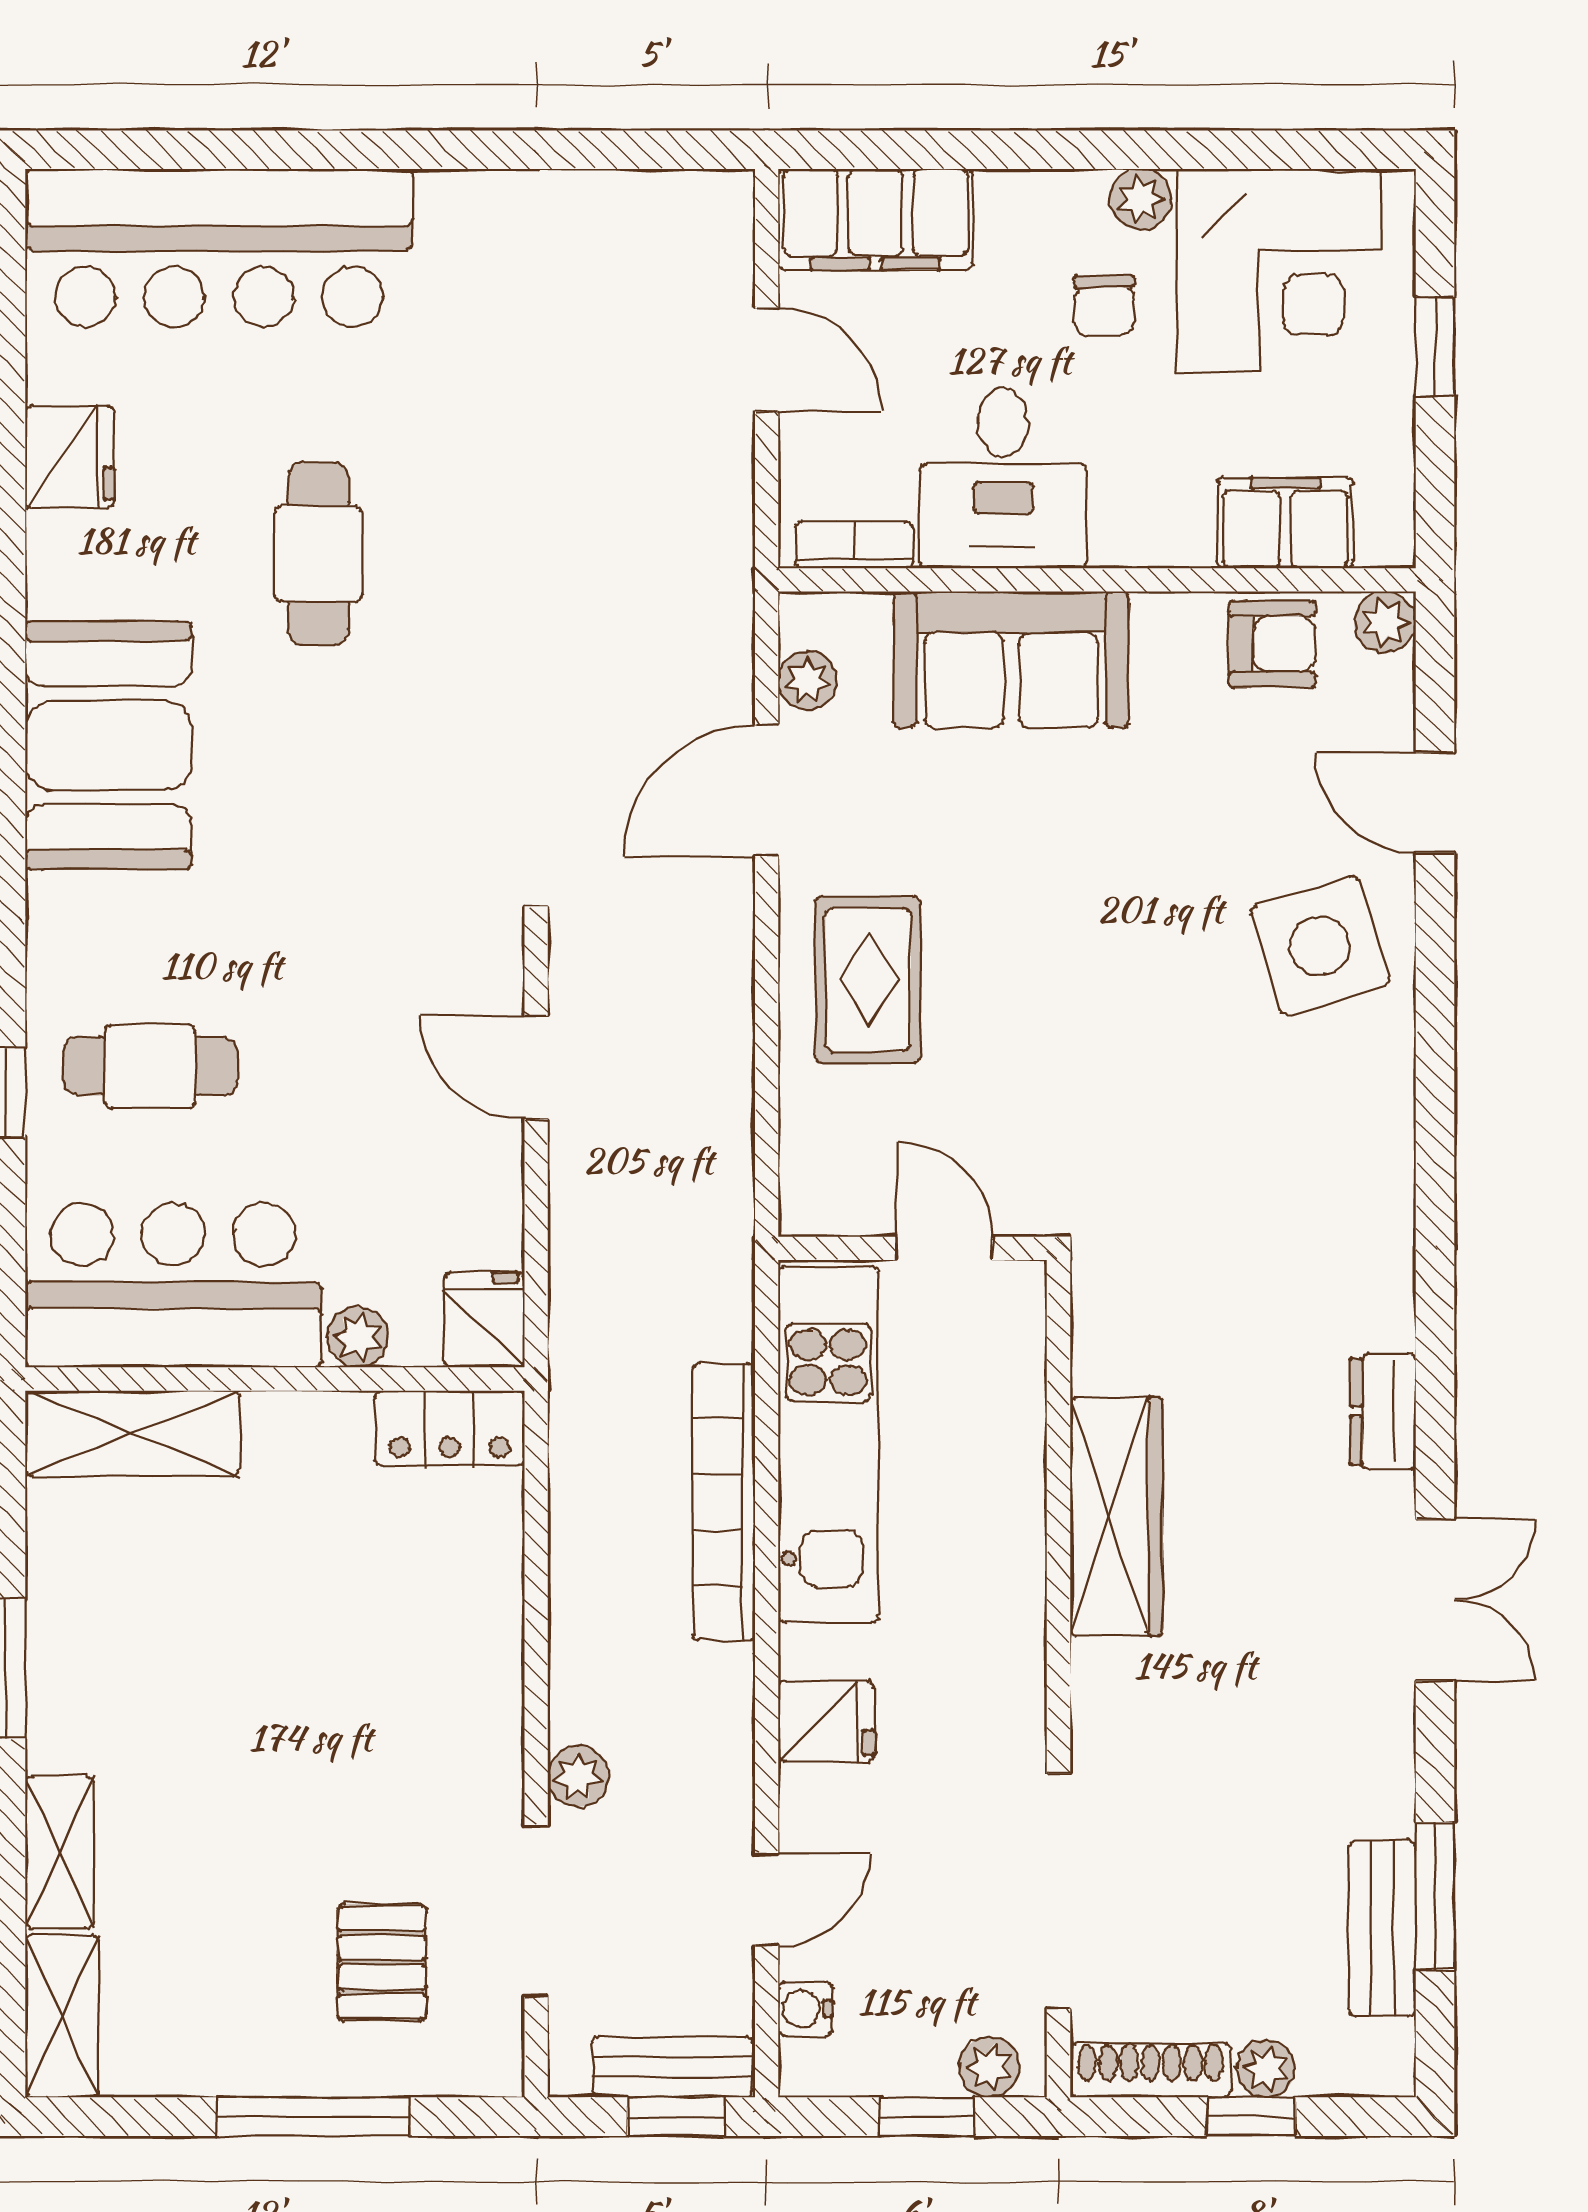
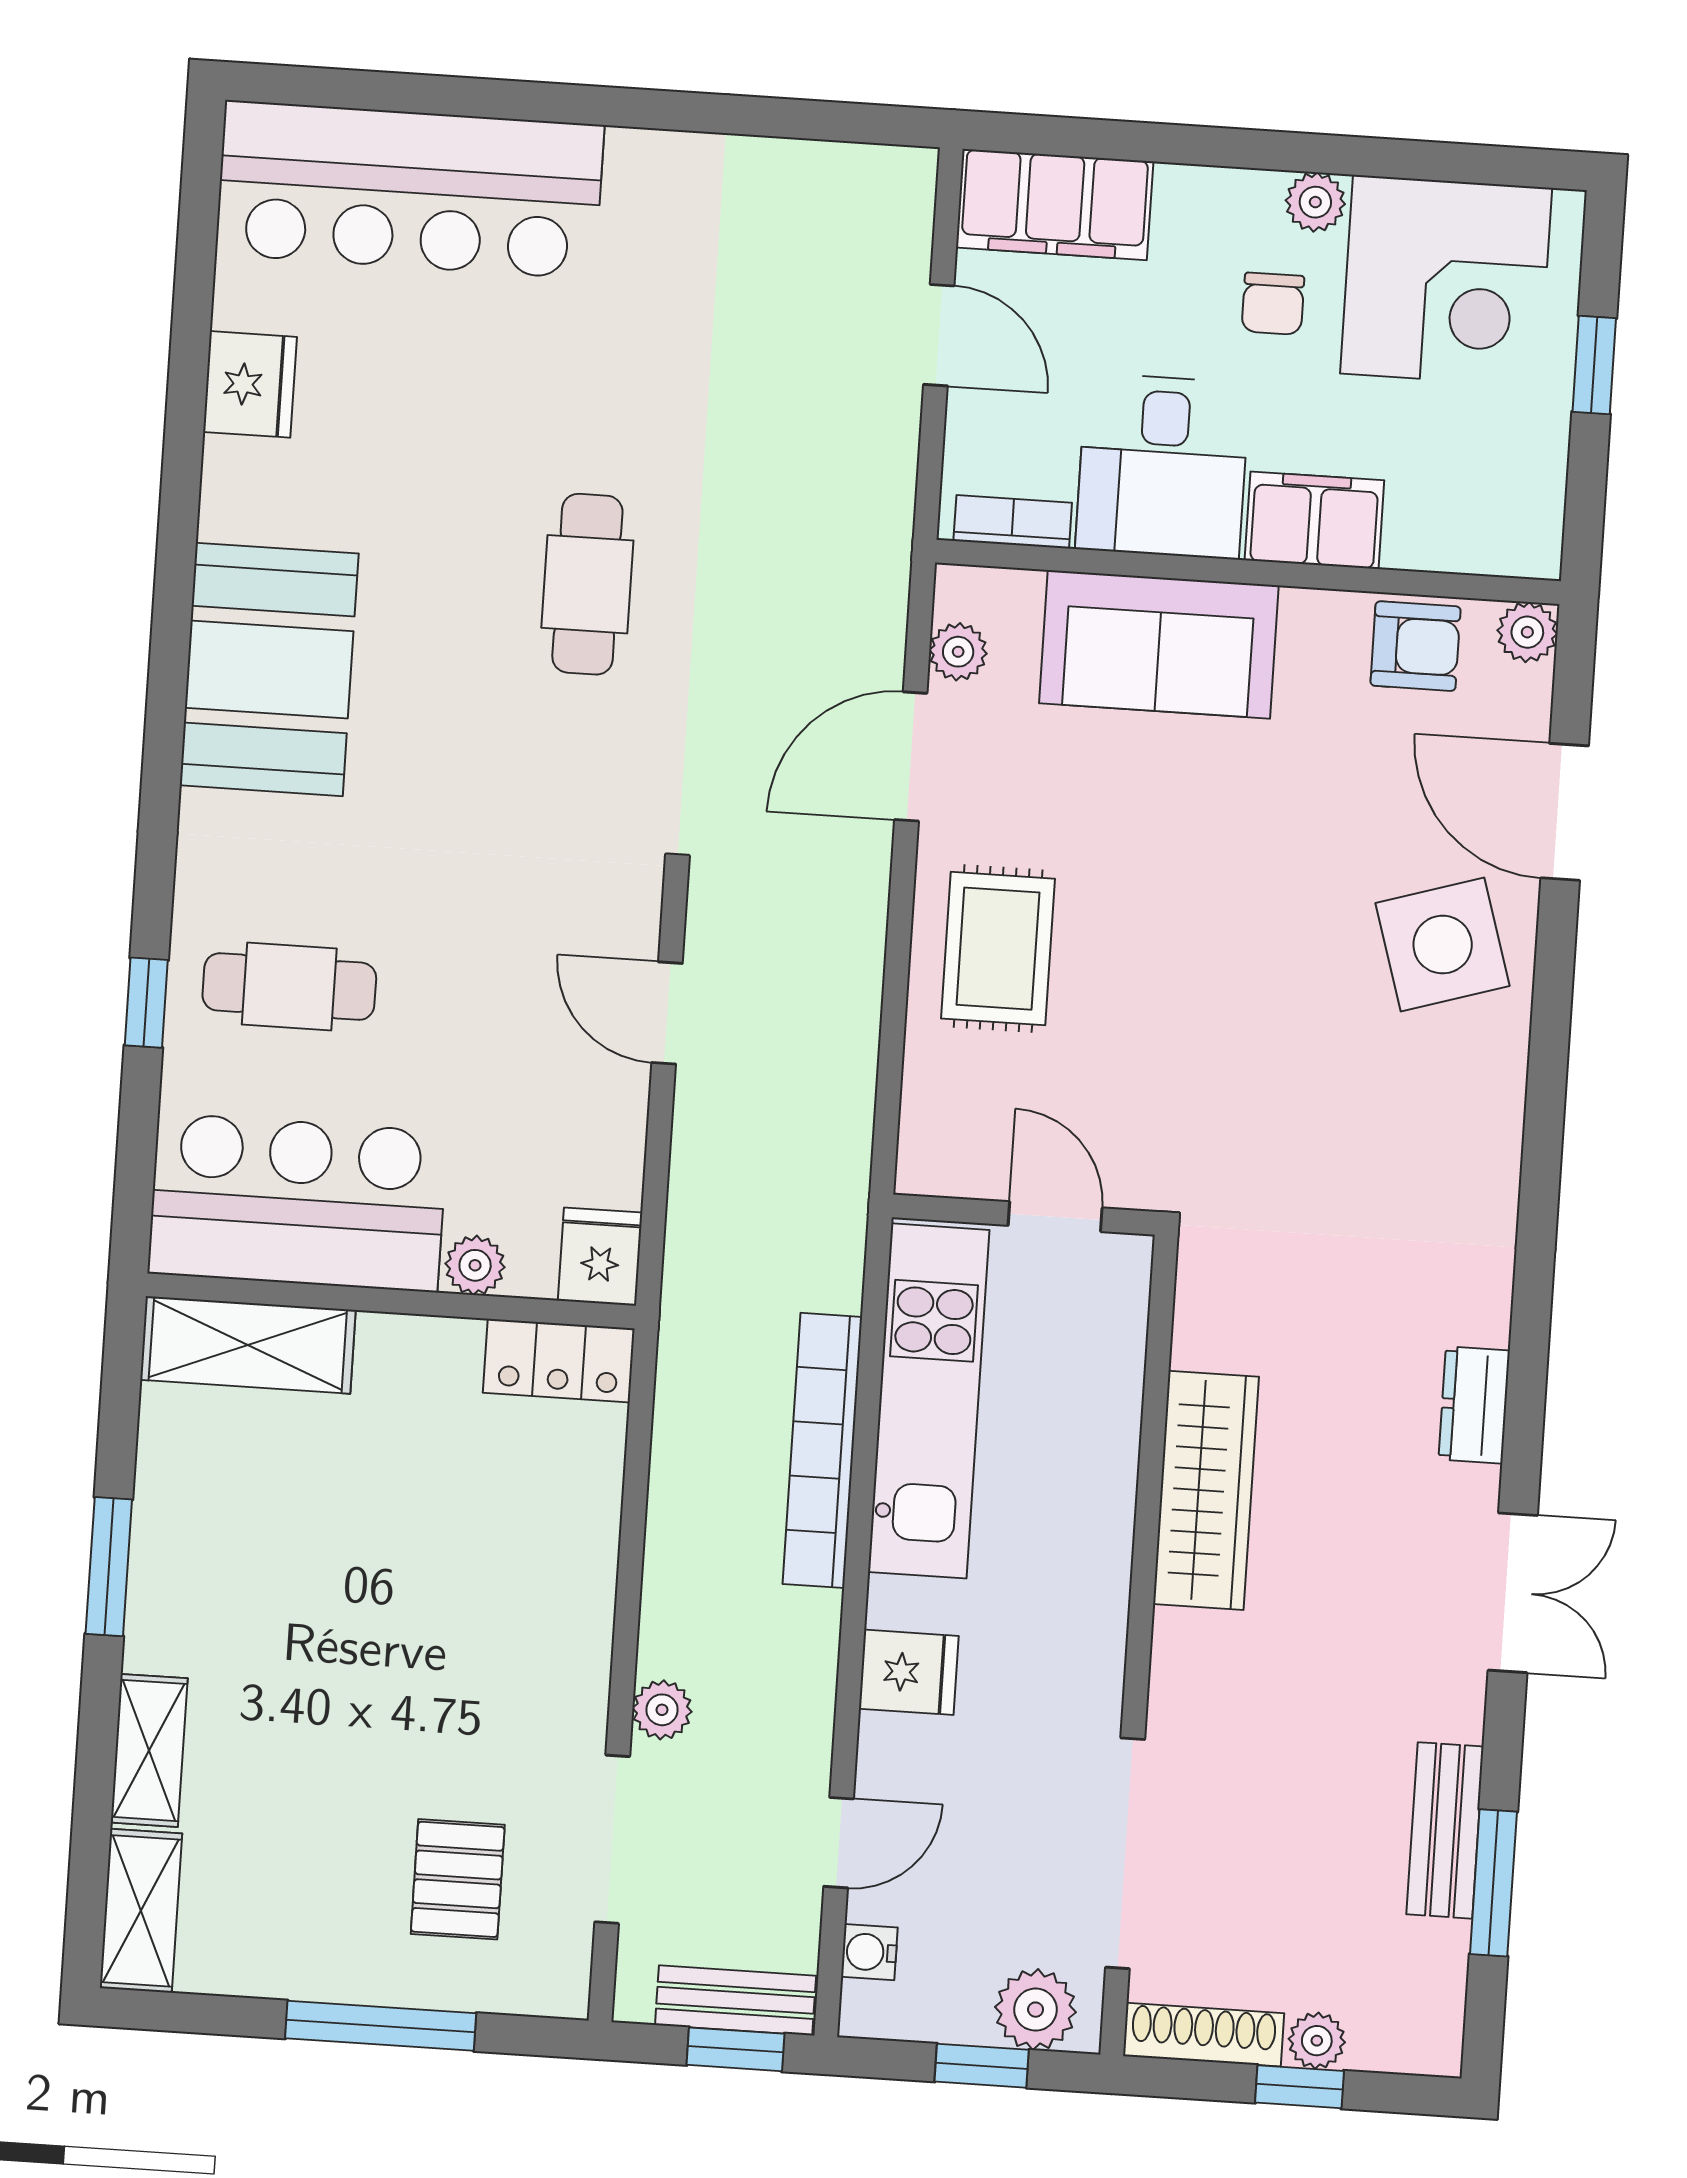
filing cabinet: (1285, 523) -> (1314, 520), moved
cafe table: (318, 553) -> (587, 584), moved
door: (1435, 803) -> (1565, 812), width x1.38
bench: (1382, 1929) -> (1445, 1830), moved
plant: (989, 2067) -> (1036, 2010), width x1.38, depth x1.38

